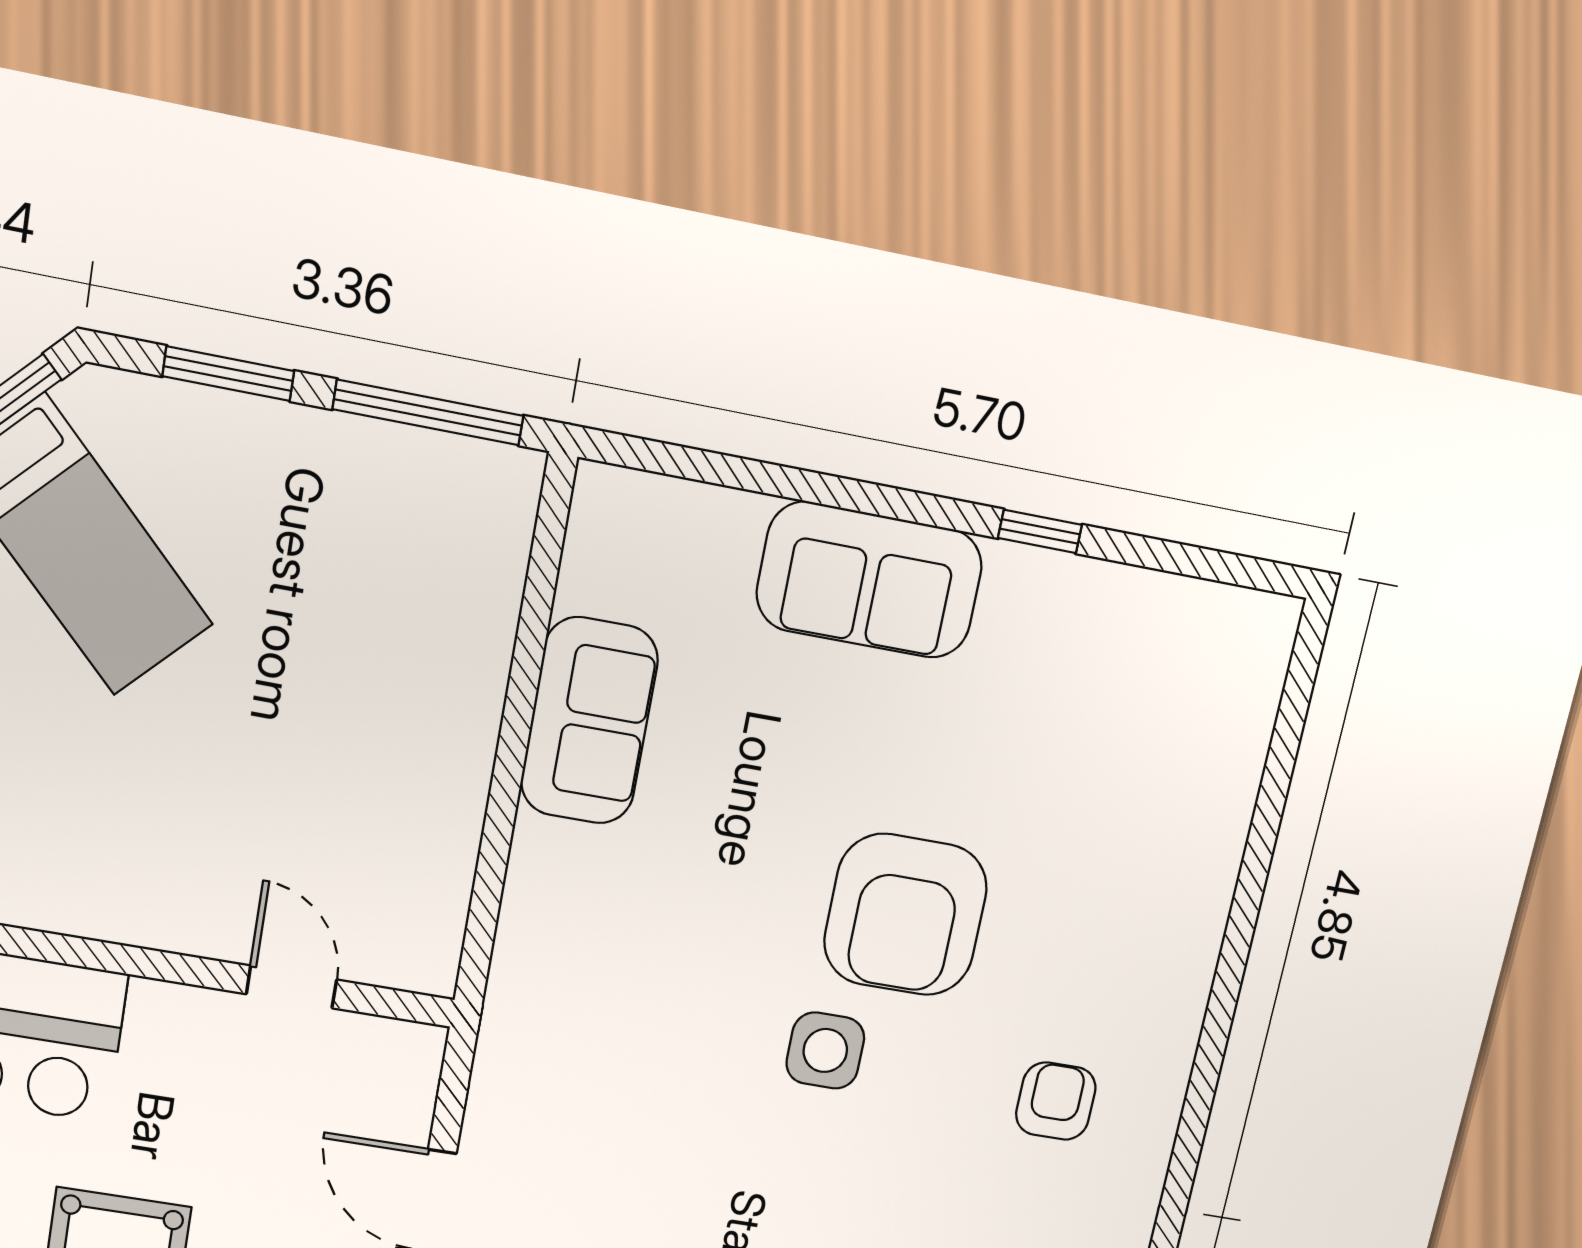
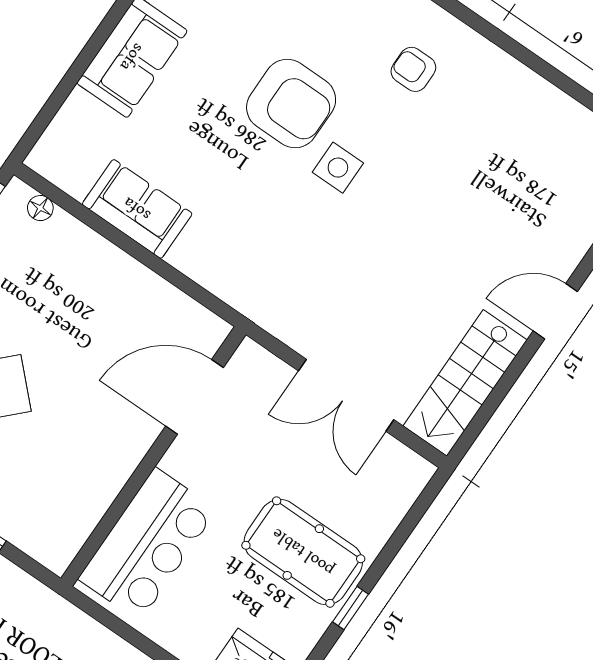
floor lamp: (508, 534) -> (40, 208), added
door: (291, 987) -> (195, 397), width x1.88

